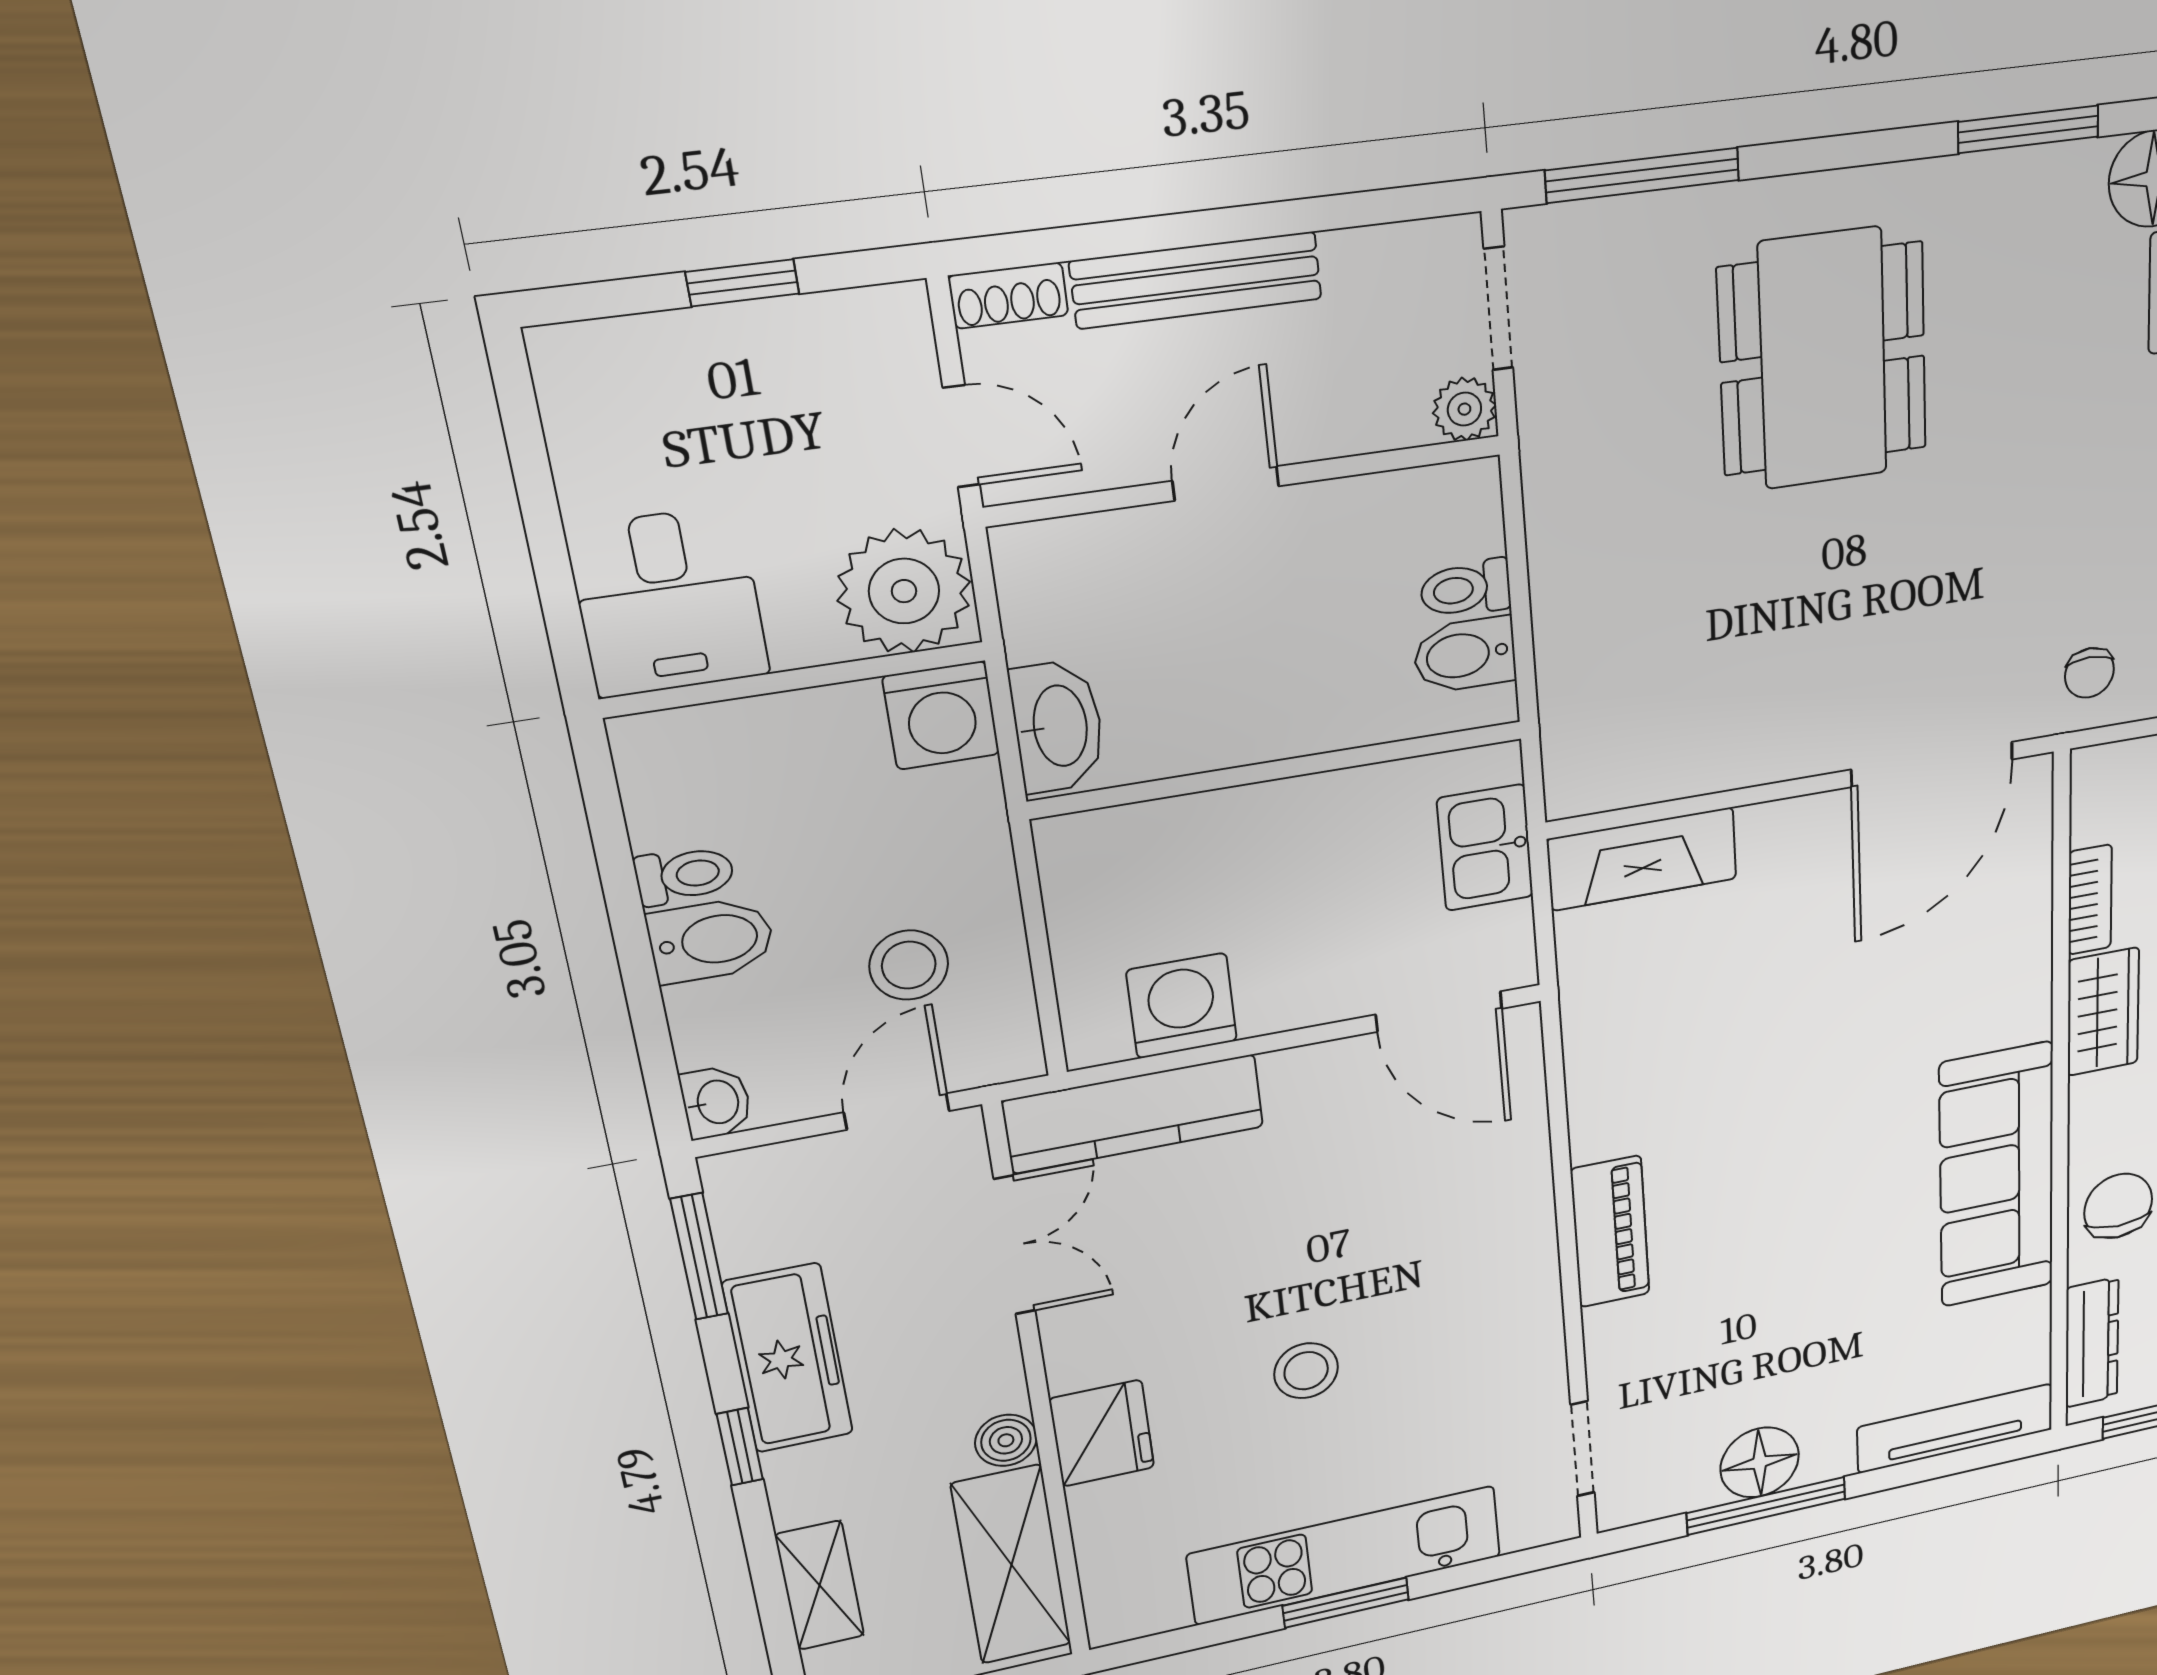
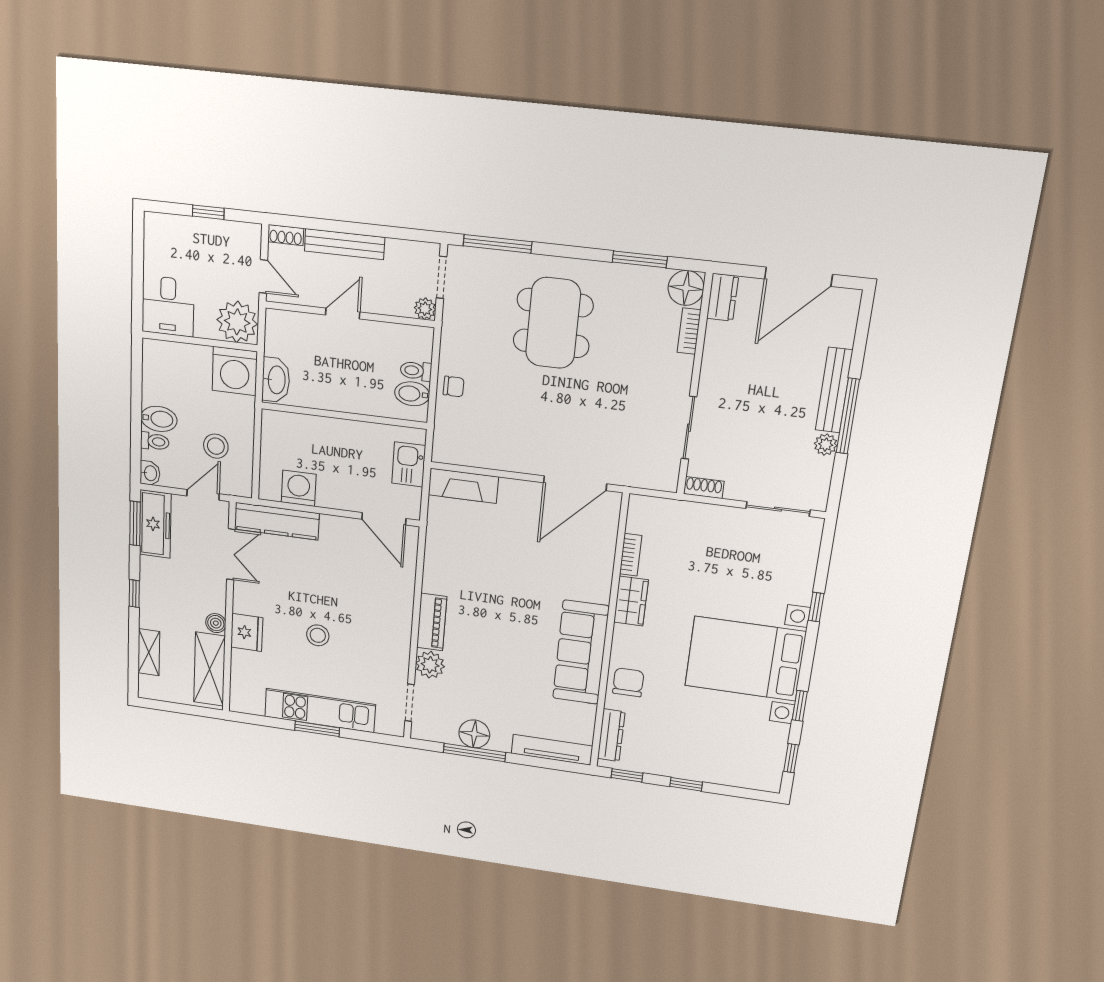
chair: (2089, 673) -> (454, 387), moved, turned -89
washing machine: (941, 715) -> (235, 371), width x1.37, depth x1.37
toilet: (685, 875) -> (155, 441), moved
plant: (1622, 1338) -> (430, 665), added
freezer: (788, 1358) -> (155, 524), moved

